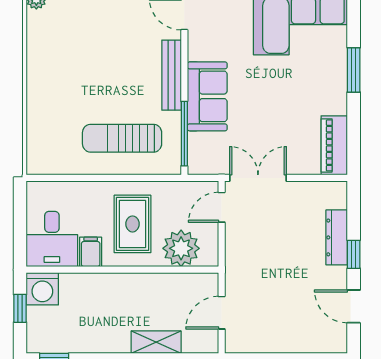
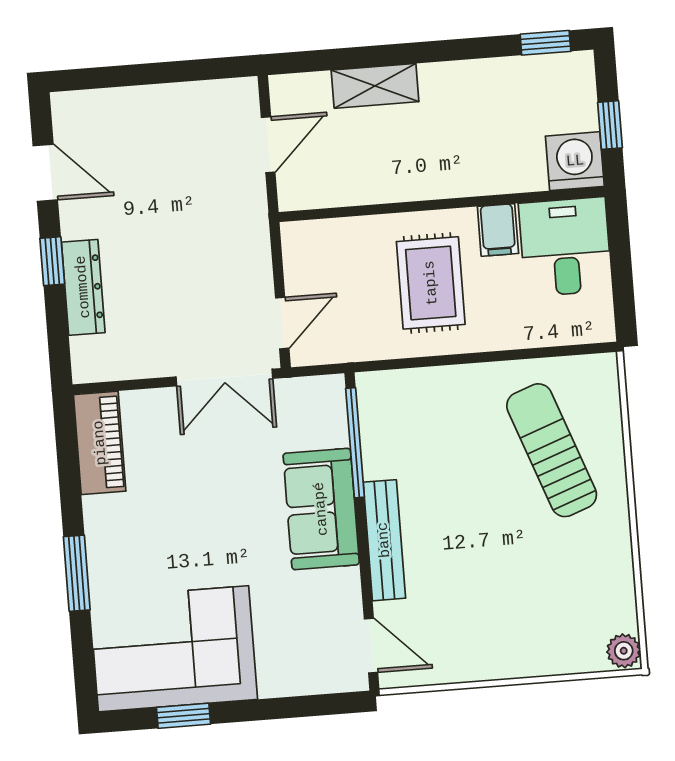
sun lounger: (122, 138) -> (552, 450), moved, turned -110
plant: (181, 248) -> (345, 248), removed

